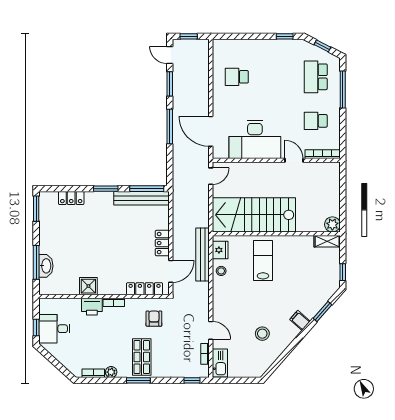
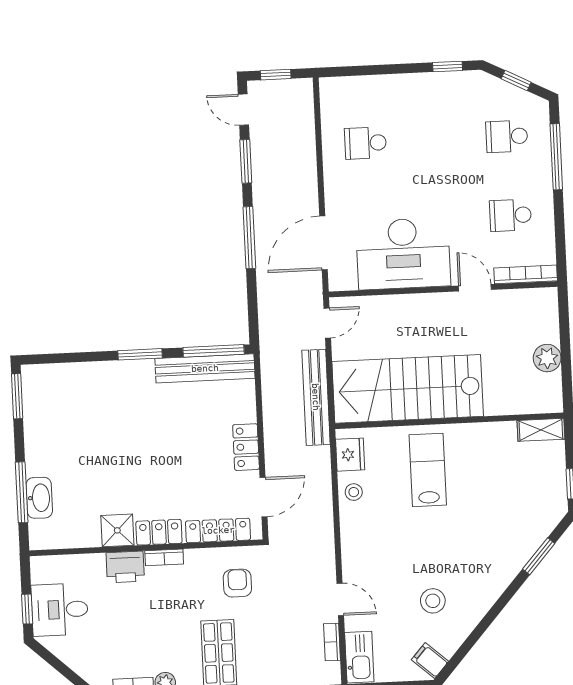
school desk: (316, 77) -> (507, 136), width x0.54
door: (211, 131) -> (323, 243), hinge flipped
locker: (71, 198) -> (159, 532), moved, turned 180
plant: (332, 224) -> (547, 358), moved
bench: (203, 255) -> (316, 397), moved
filing cabinet: (300, 320) -> (430, 661), moved

